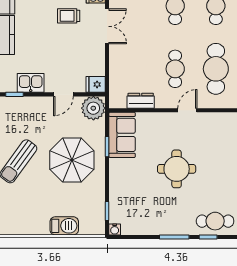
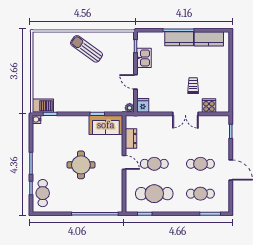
plant: (93, 108) -> (130, 108), width x0.53, depth x0.53
door: (187, 110) -> (124, 162), moved
parasol: (72, 160) -> (87, 88), removed
barbecue: (64, 226) -> (43, 106), moved, turned -90

